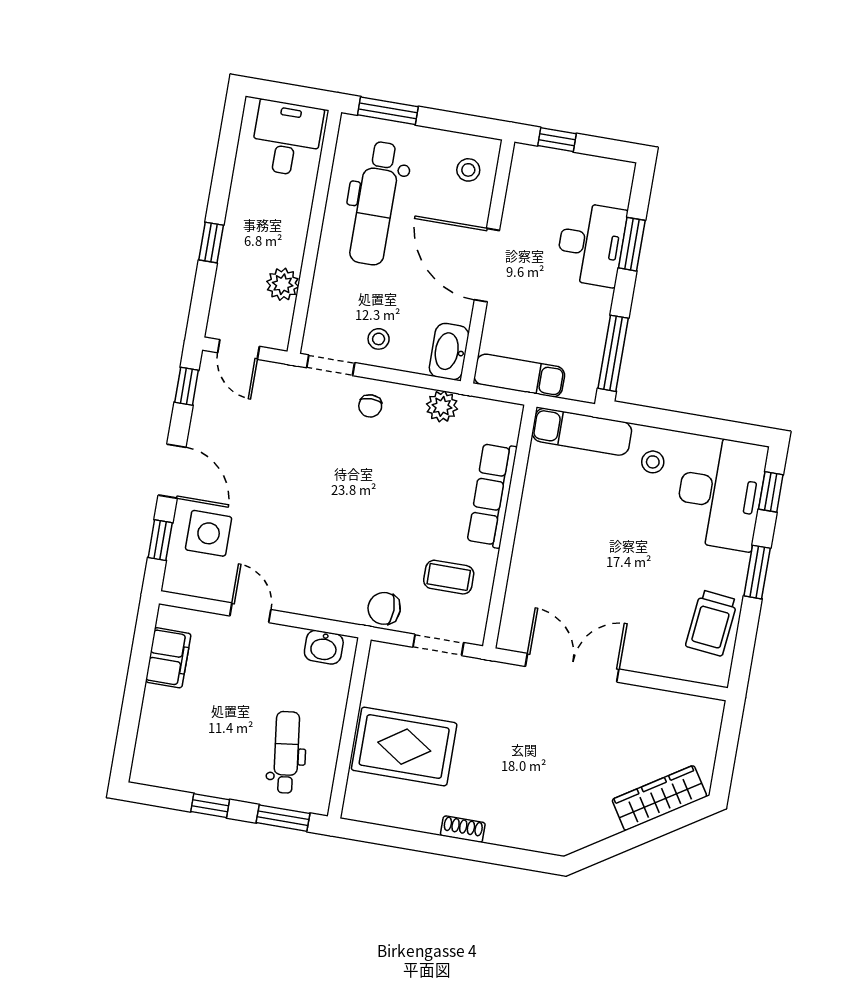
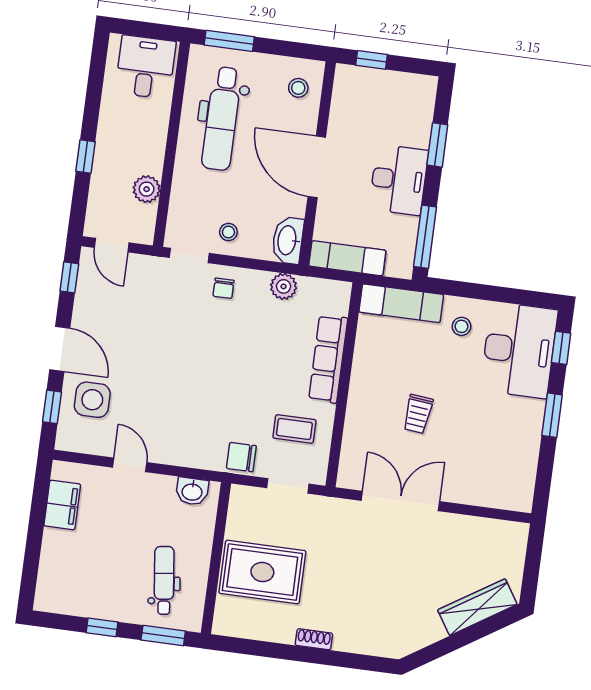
desk: (591, 244) -> (399, 180), moved
trolley: (712, 623) -> (418, 414), moved, width x0.73, depth x0.72

